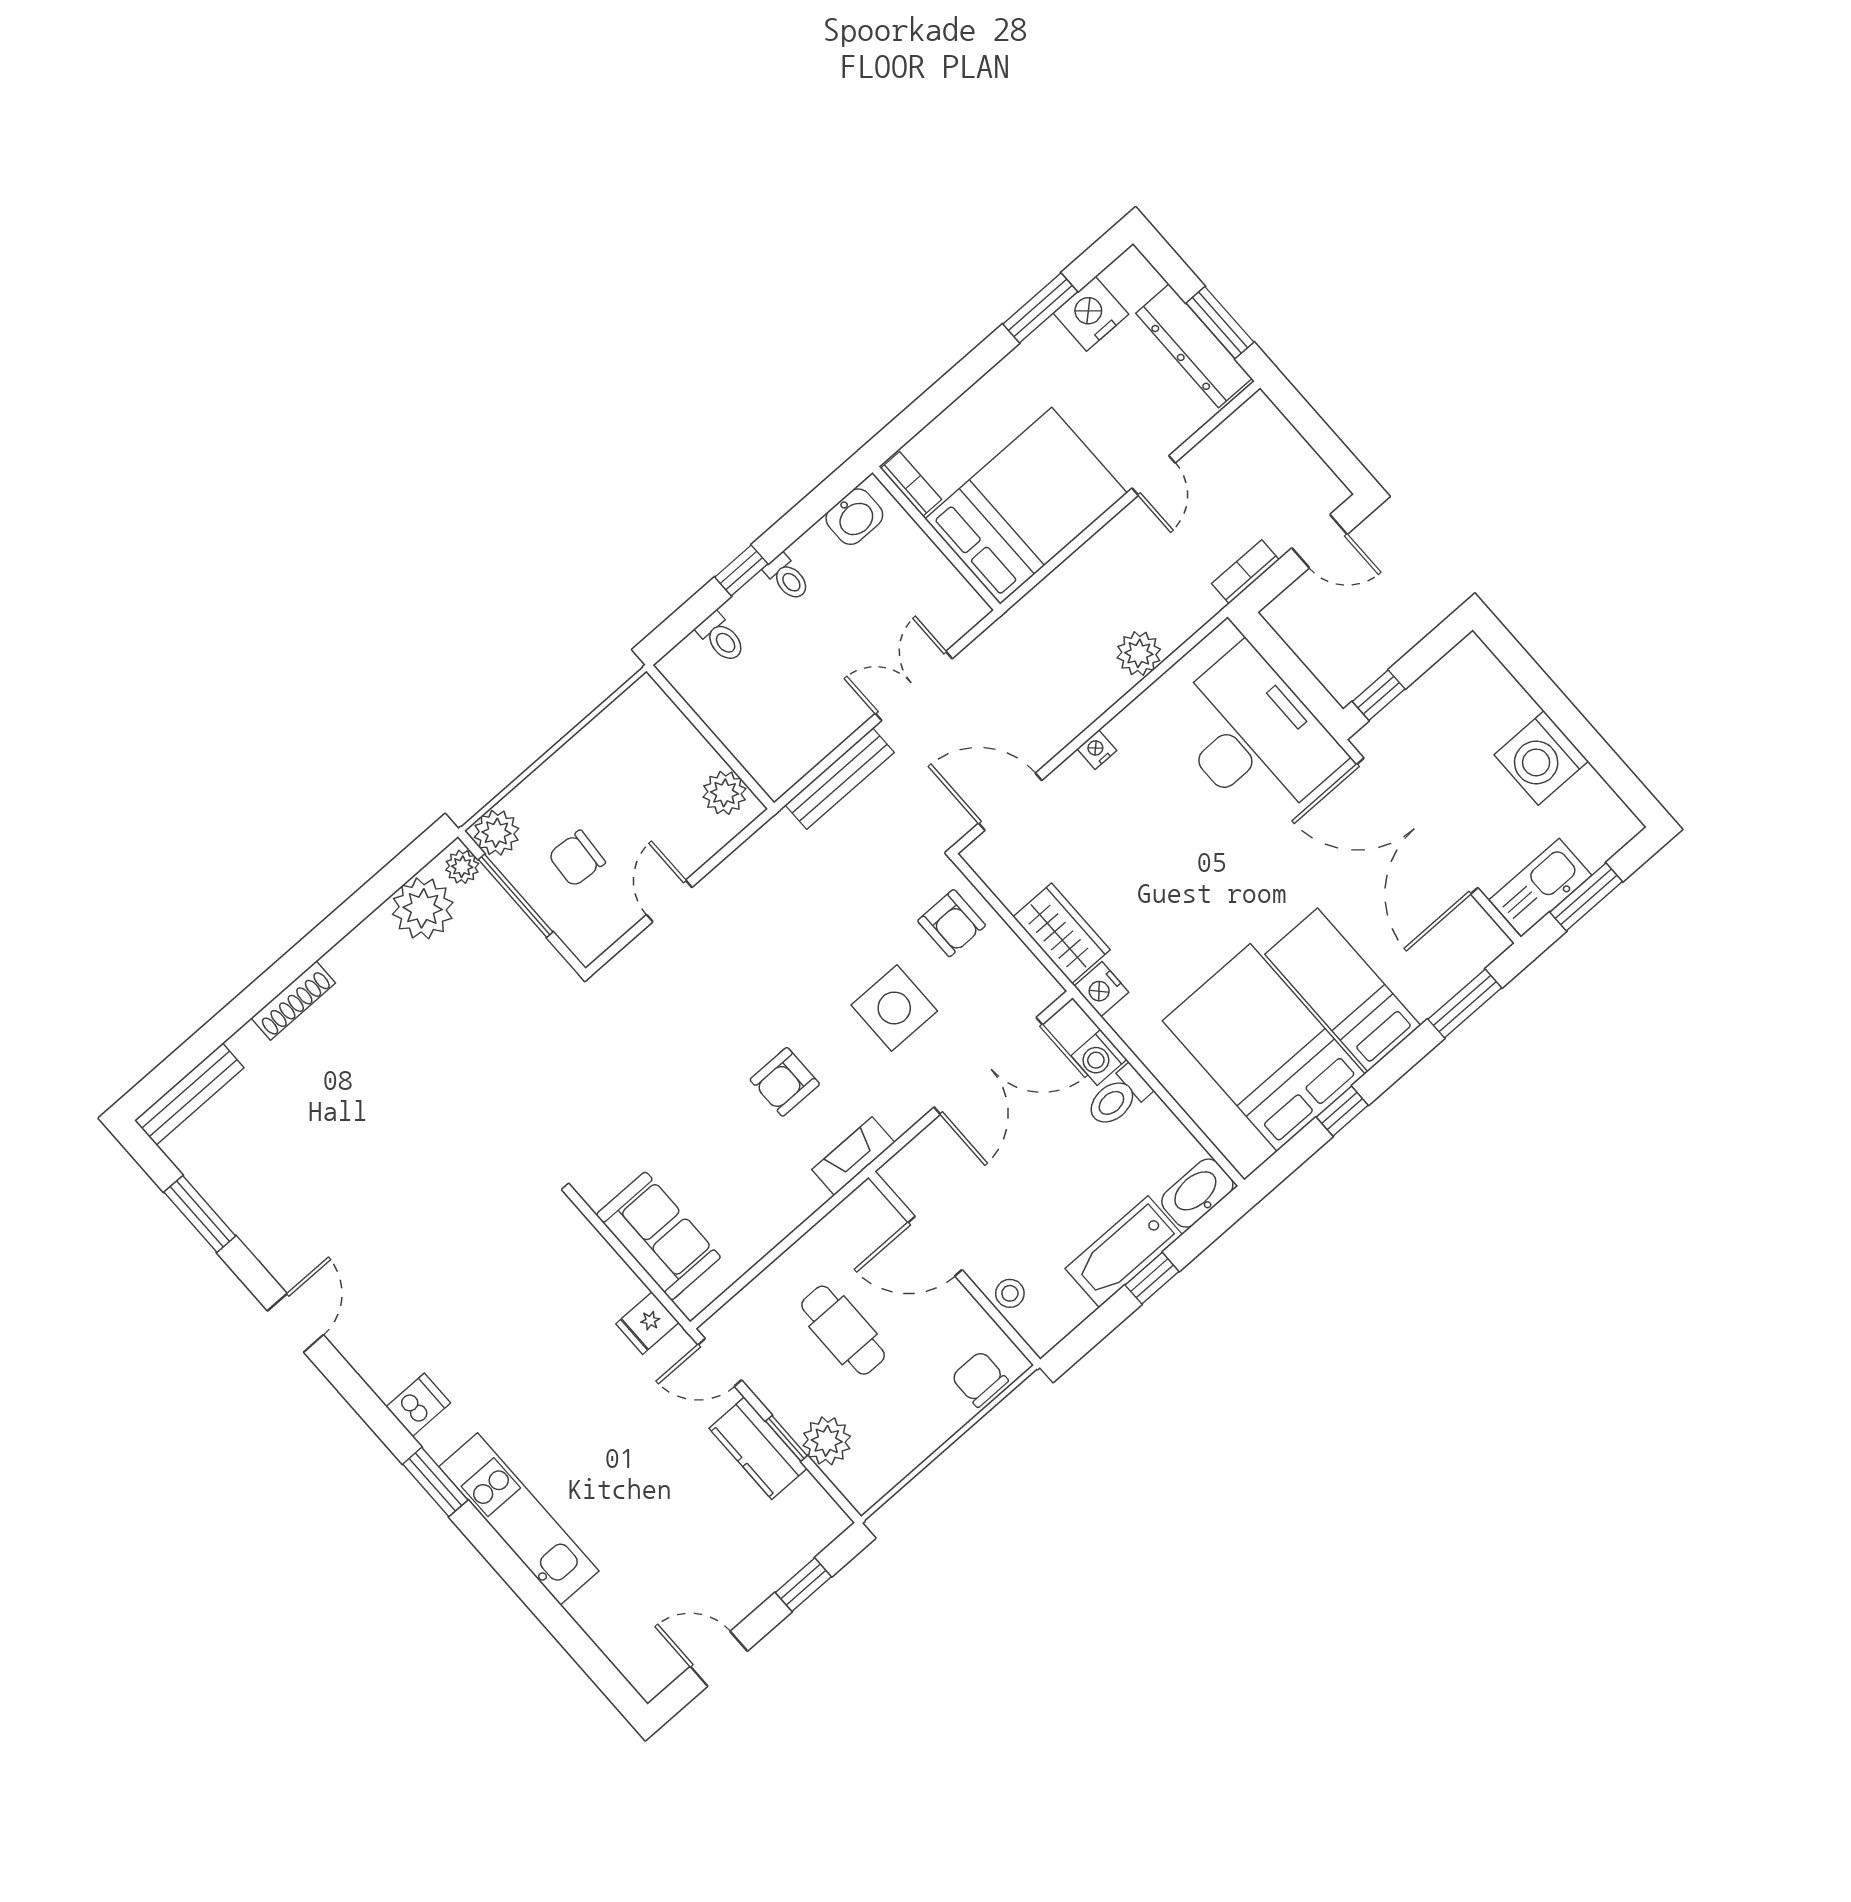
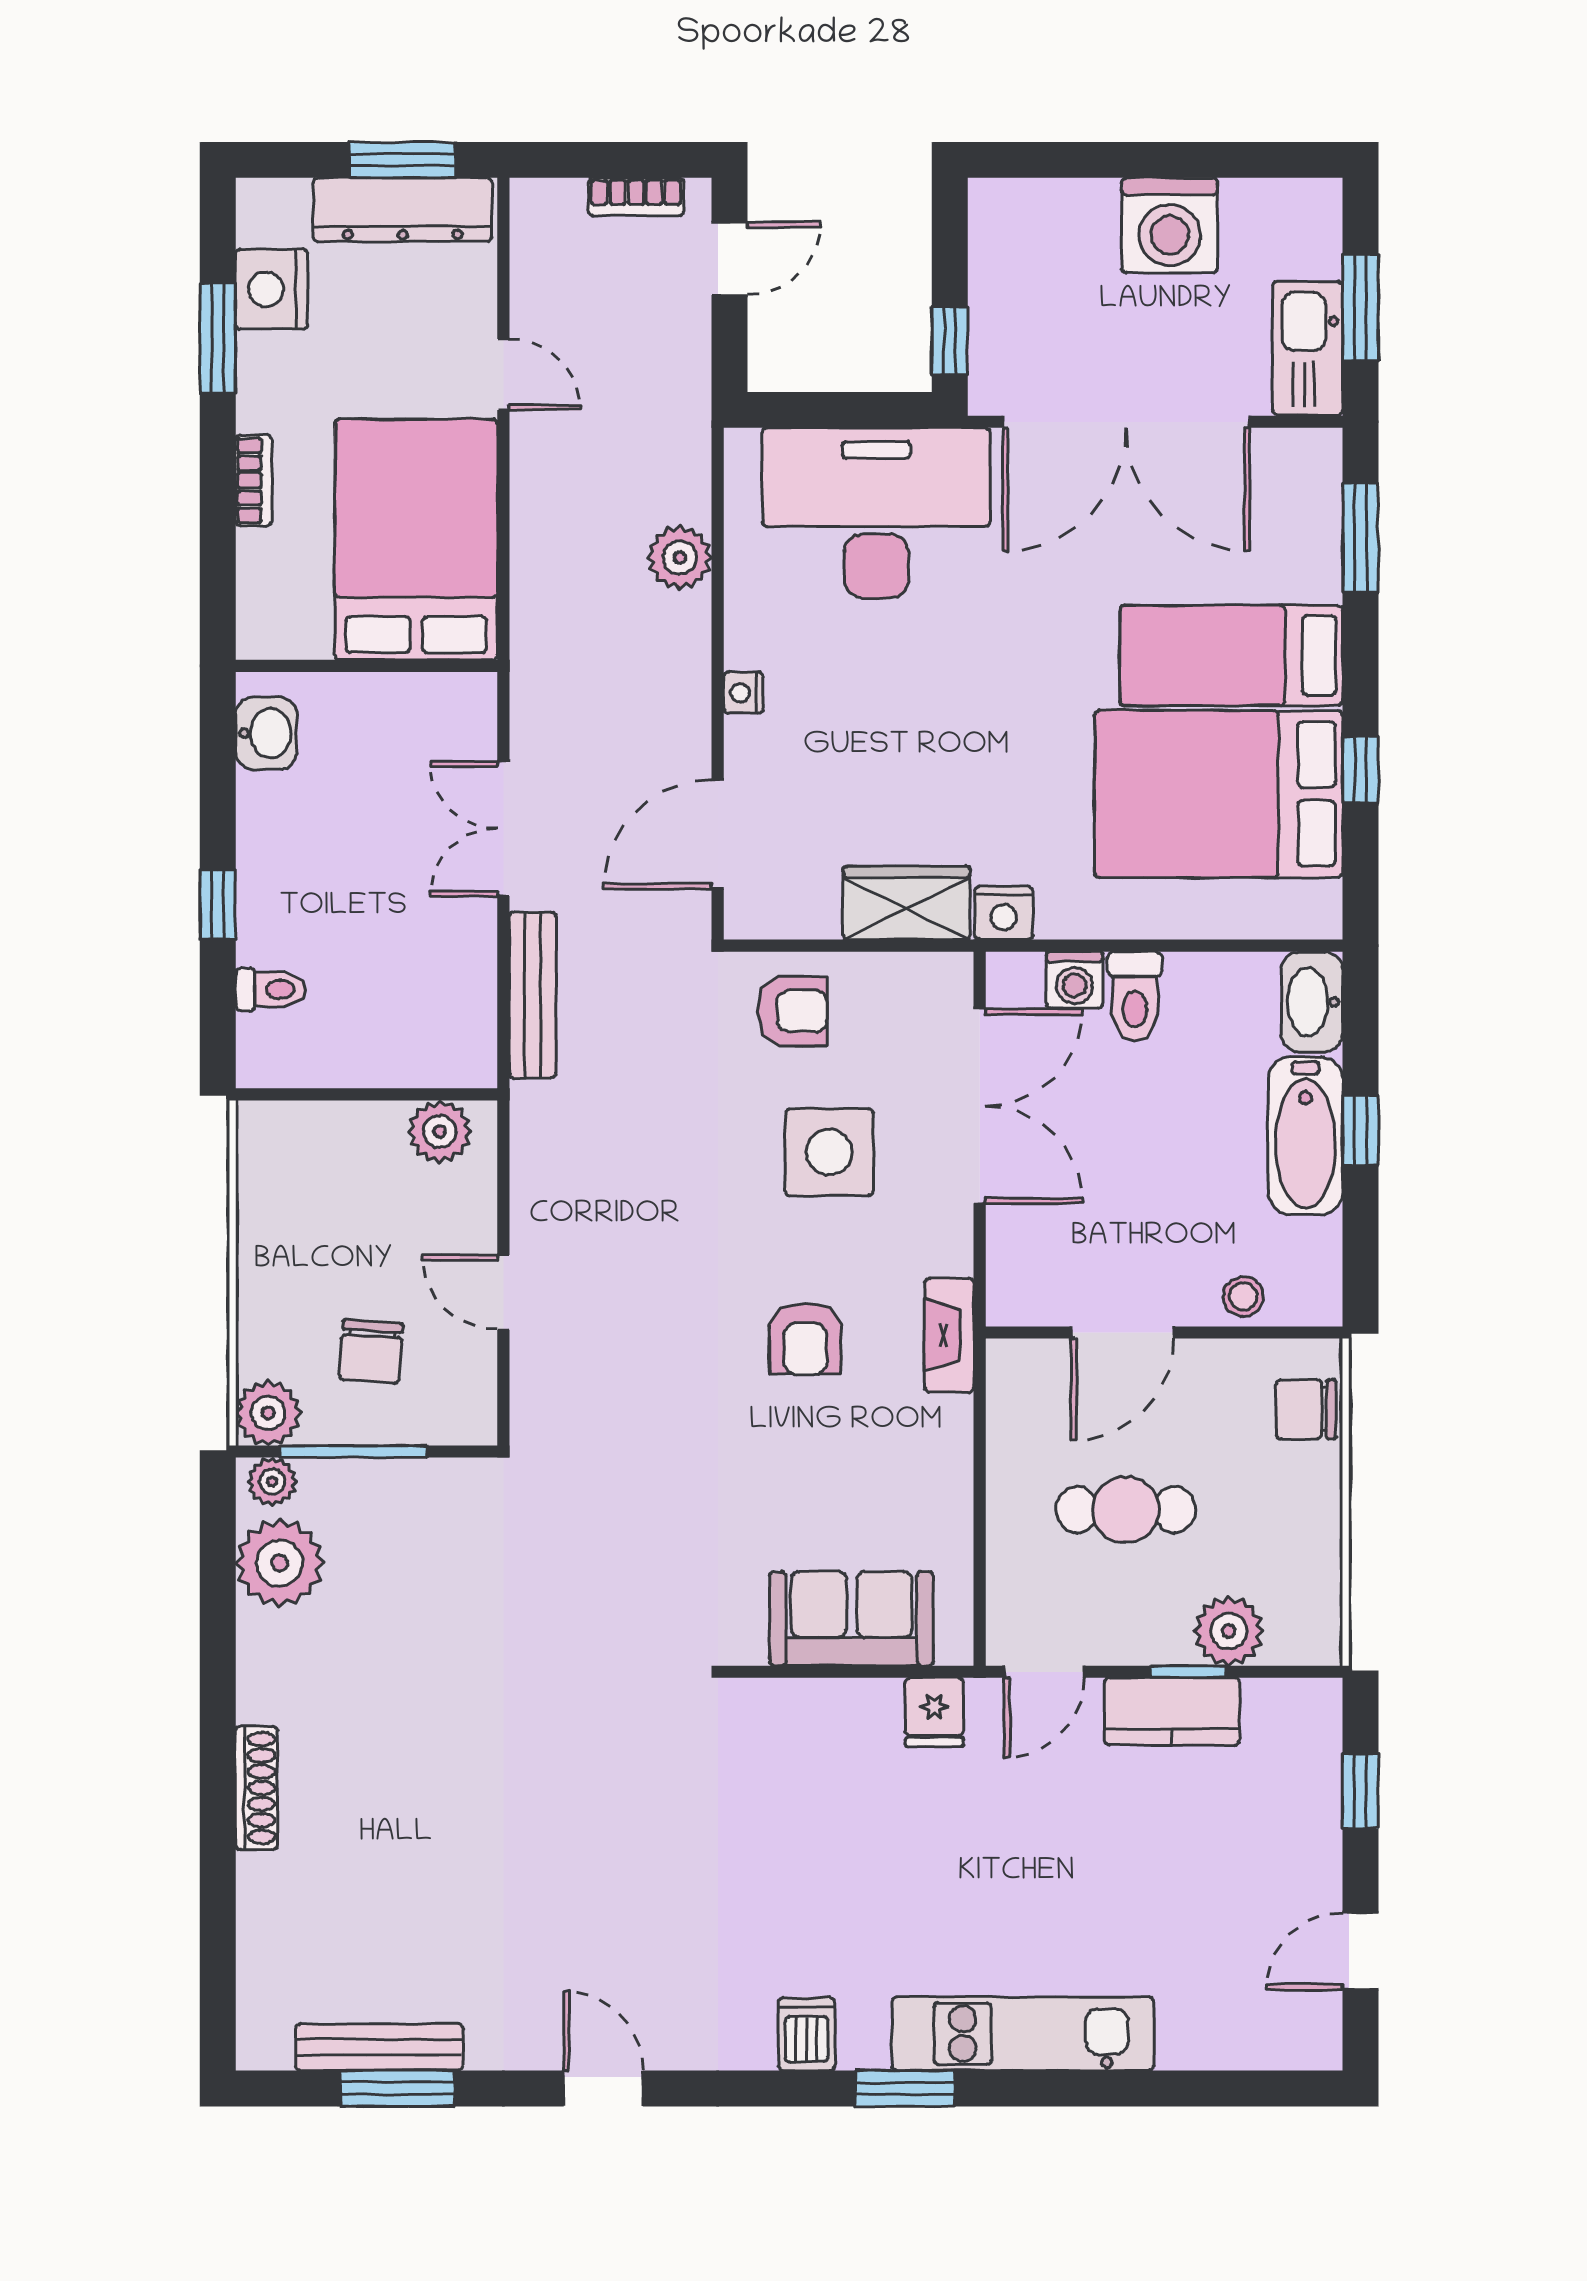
bookcase: (911, 484) -> (254, 480), moved, turned 90
bookcase: (1245, 572) -> (636, 197), moved, turned -90
toilet: (787, 577) -> (268, 862), removed
bench: (189, 1094) -> (379, 2047), moved, turned 90

